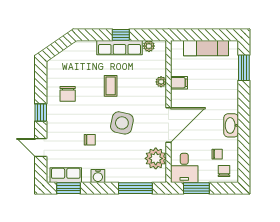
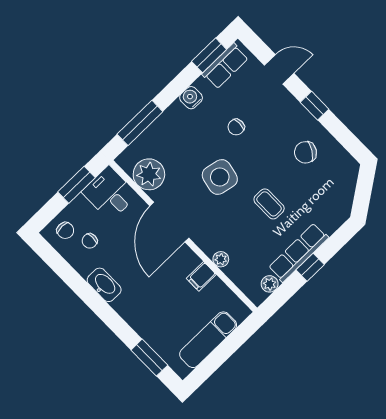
chair: (68, 94) -> (305, 152), turned -58

